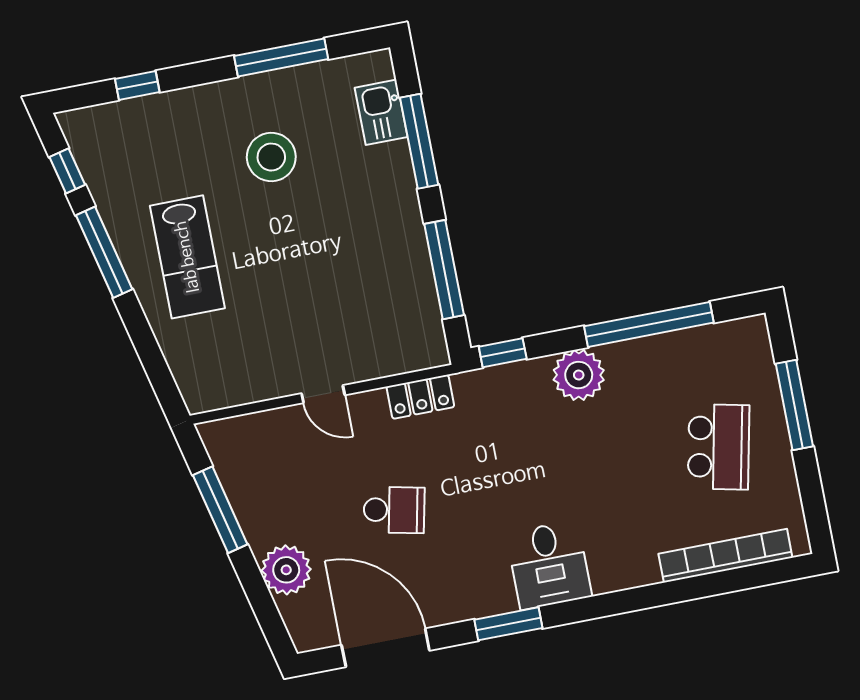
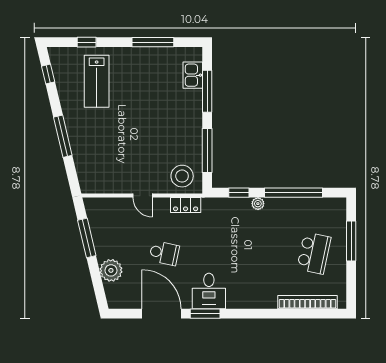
stool: (271, 157) -> (182, 176), moved
window: (104, 252) -> (63, 136), moved
lab bench: (187, 257) -> (97, 81), moved
window: (503, 353) -> (239, 193), moved
plant: (579, 375) -> (258, 204), width x0.53, depth x0.53
desk: (549, 565) -> (209, 291), moved
door: (386, 648) -> (161, 314), moved

